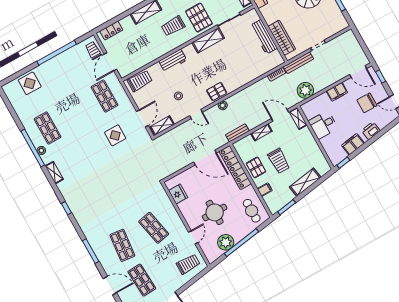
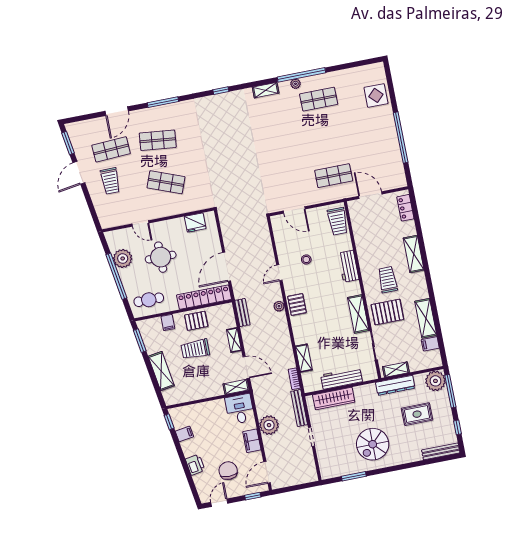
trolley: (93, 51) -> (389, 180), removed
plant: (305, 90) -> (269, 425), moved
door: (280, 115) -> (246, 367), hinge flipped
desk: (323, 125) -> (240, 409), moved
shelving: (162, 126) -> (304, 358), moved
display table: (115, 135) -> (285, 173), removed
filing cabinet: (353, 144) -> (184, 434), width x0.50
shop shelf: (154, 228) -> (166, 182), turned 33
trolley: (188, 264) -> (110, 181), moved

